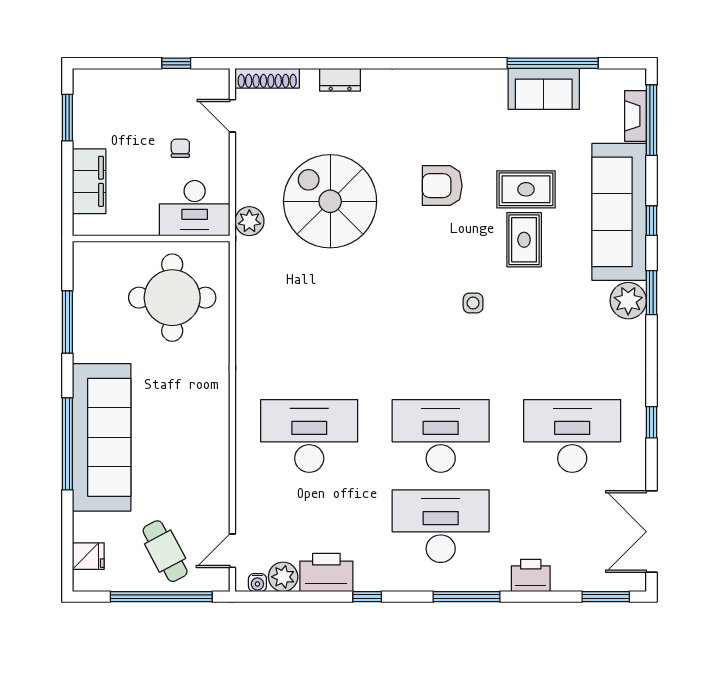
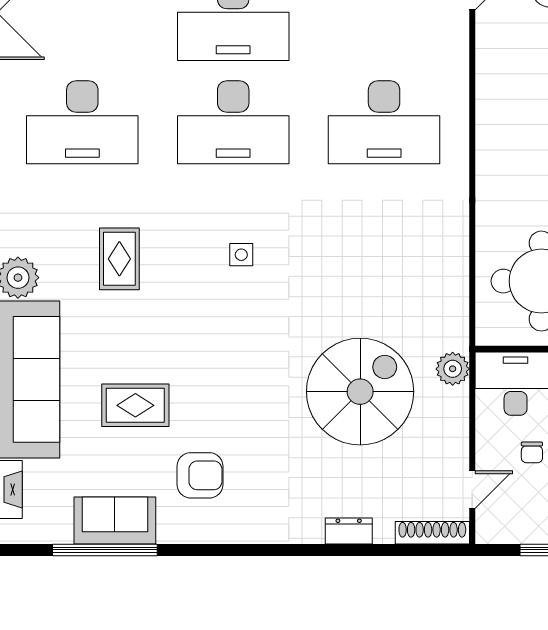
door: (232, 116) -> (472, 490), hinge flipped
armchair: (442, 186) -> (200, 475), moved
spiral stairs: (330, 201) -> (360, 392), turned -90
rug: (524, 240) -> (119, 259), moved
side table: (473, 303) -> (241, 255), moved

